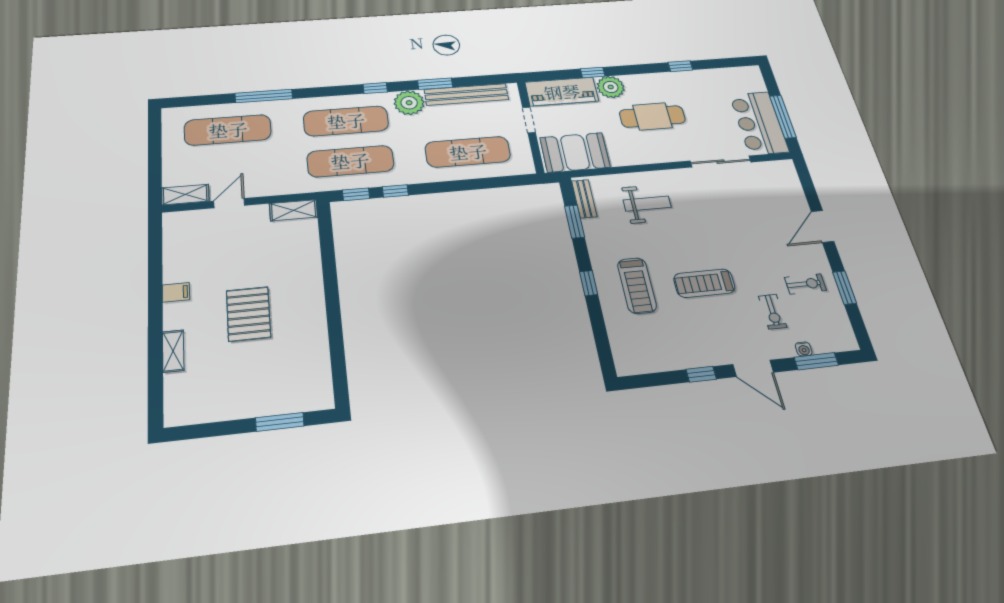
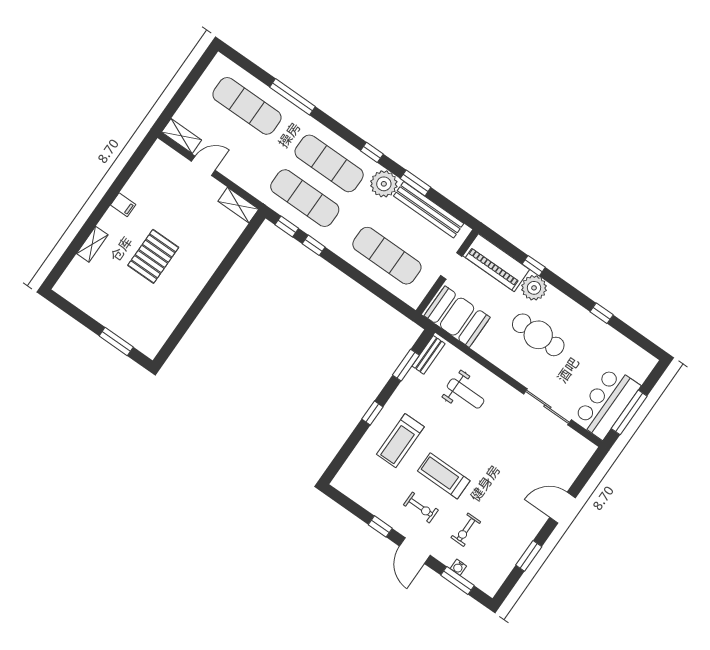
exercise bike: (805, 284) -> (421, 507), moved

